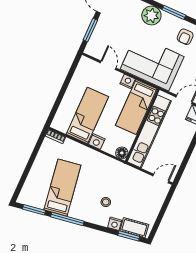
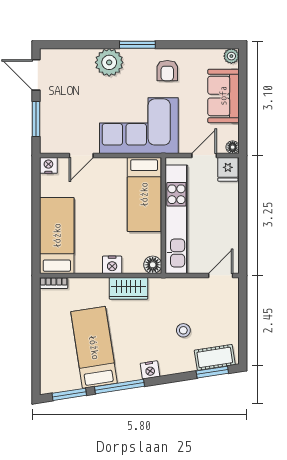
door: (108, 65) -> (81, 155), swing flipped
nightstand: (128, 81) -> (48, 165), moved
bed: (87, 116) -> (57, 236), moved
wardrobe: (100, 161) -> (129, 288), added
stool: (106, 202) -> (183, 330), moved
nightstand: (115, 224) -> (150, 370), moved

